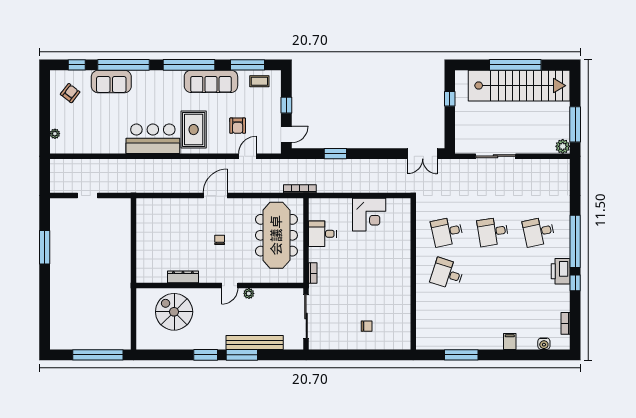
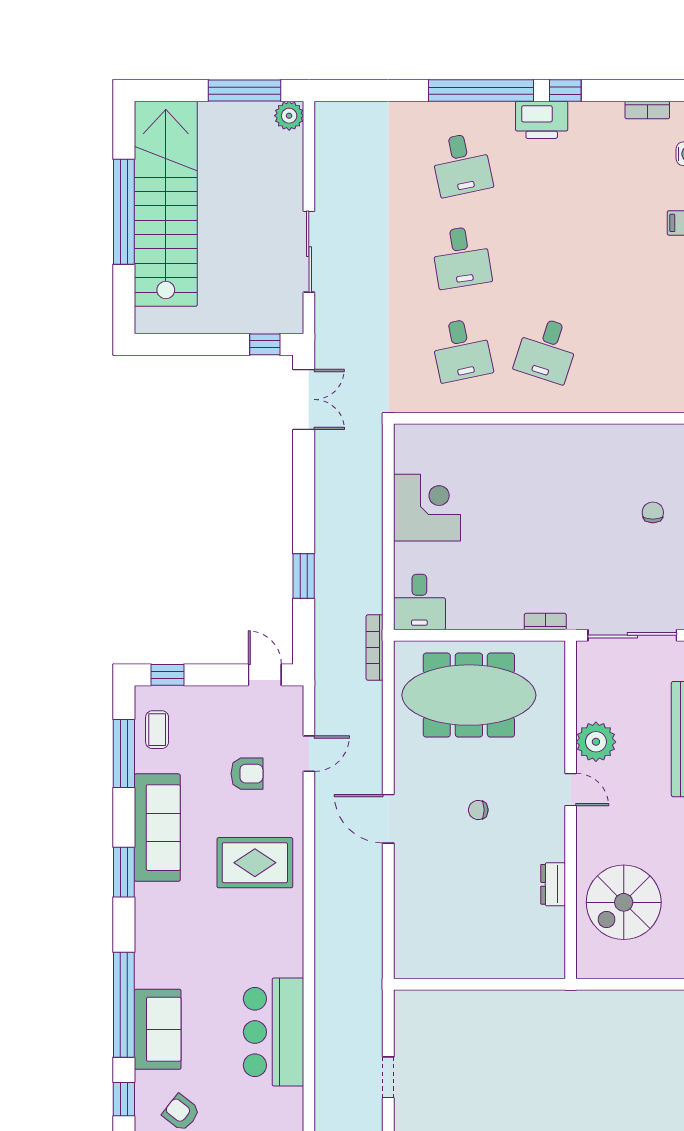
window: (189, 65) -> (124, 872), width x0.47
window: (450, 99) -> (265, 344), moved
window: (286, 105) -> (167, 675), moved
bar counter: (153, 139) -> (274, 1032), moved
door: (248, 156) -> (309, 754), swing flipped
desk: (322, 234) -> (419, 602), moved
dresser: (183, 277) -> (553, 884), width x0.70
plant: (249, 293) -> (596, 742), width x1.87, depth x1.87

